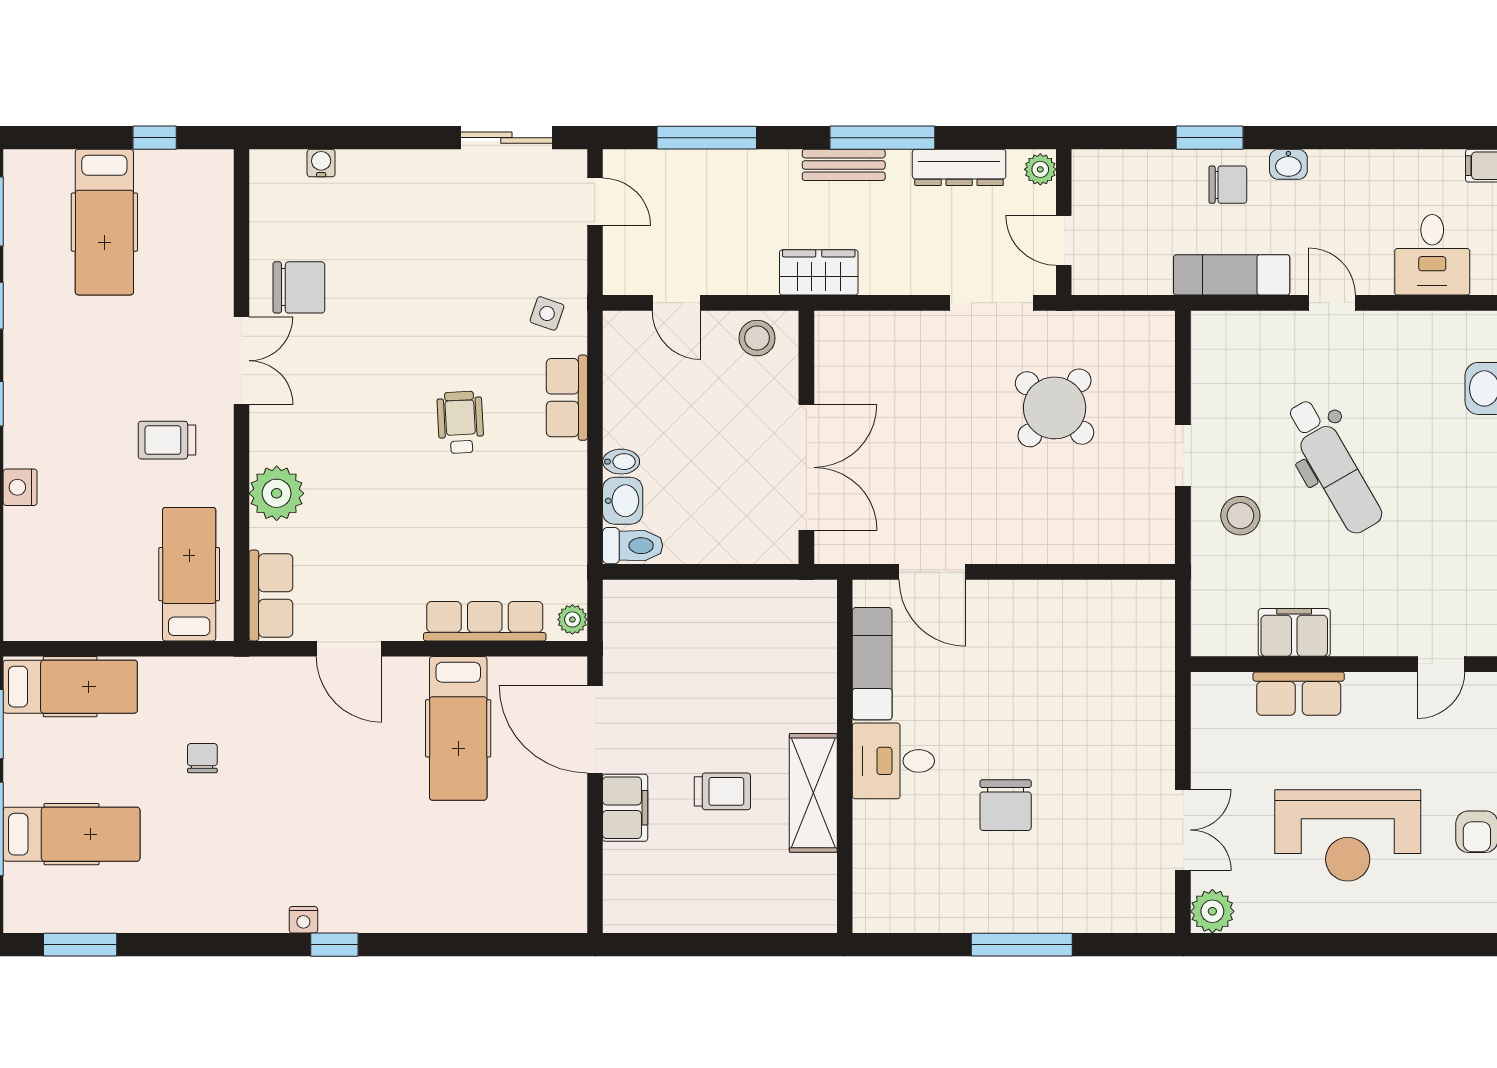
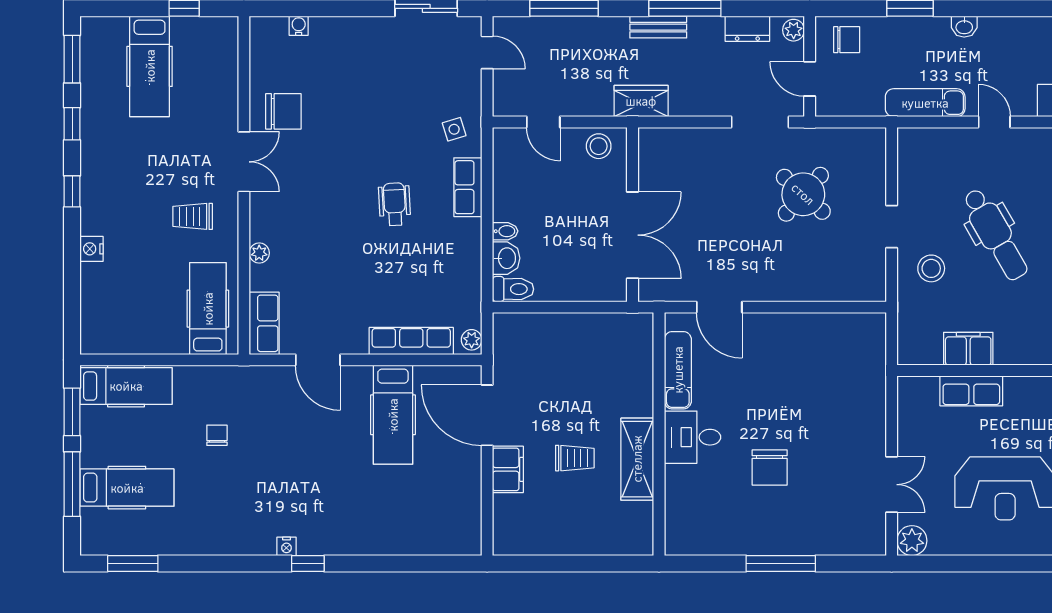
dresser: (959, 167) -> (747, 29), width x0.70
chair: (1228, 185) -> (847, 40), moved
side table: (547, 313) -> (454, 129), turned -36
plant: (277, 493) -> (259, 253), width x0.53, depth x0.53

